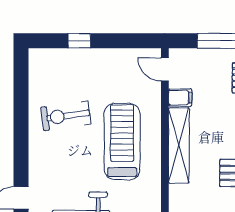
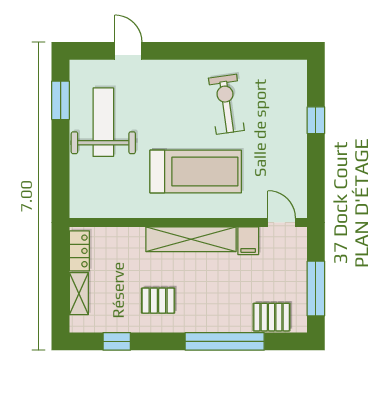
door: (165, 69) -> (282, 223), hinge flipped

